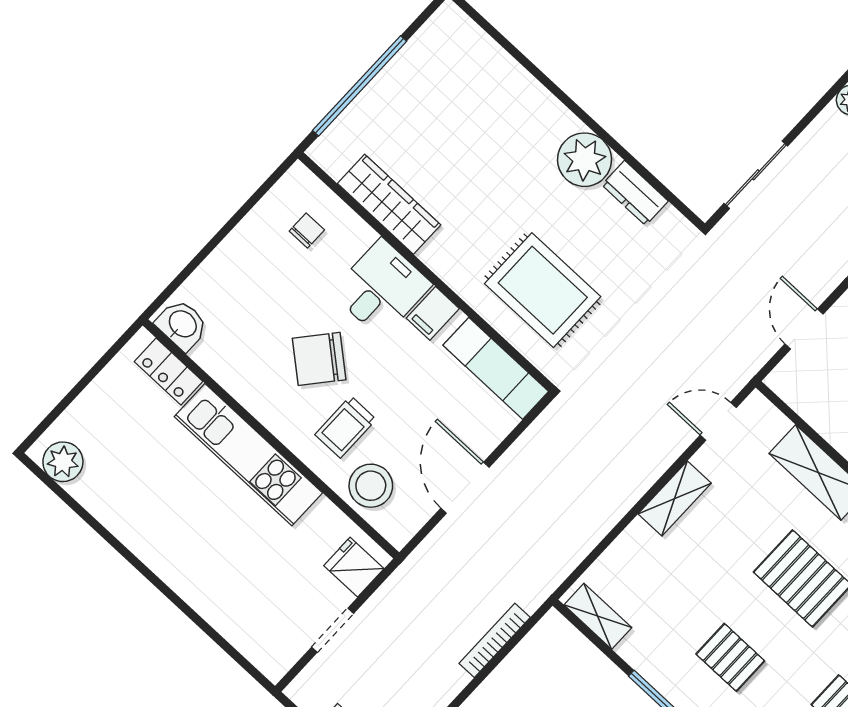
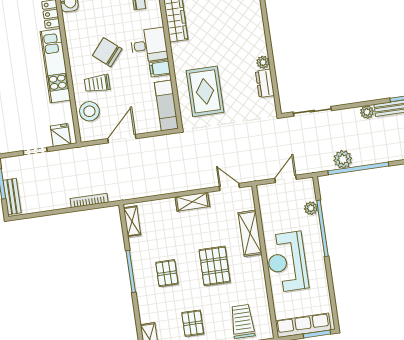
plant: (585, 160) -> (263, 62), width x0.53, depth x0.53

